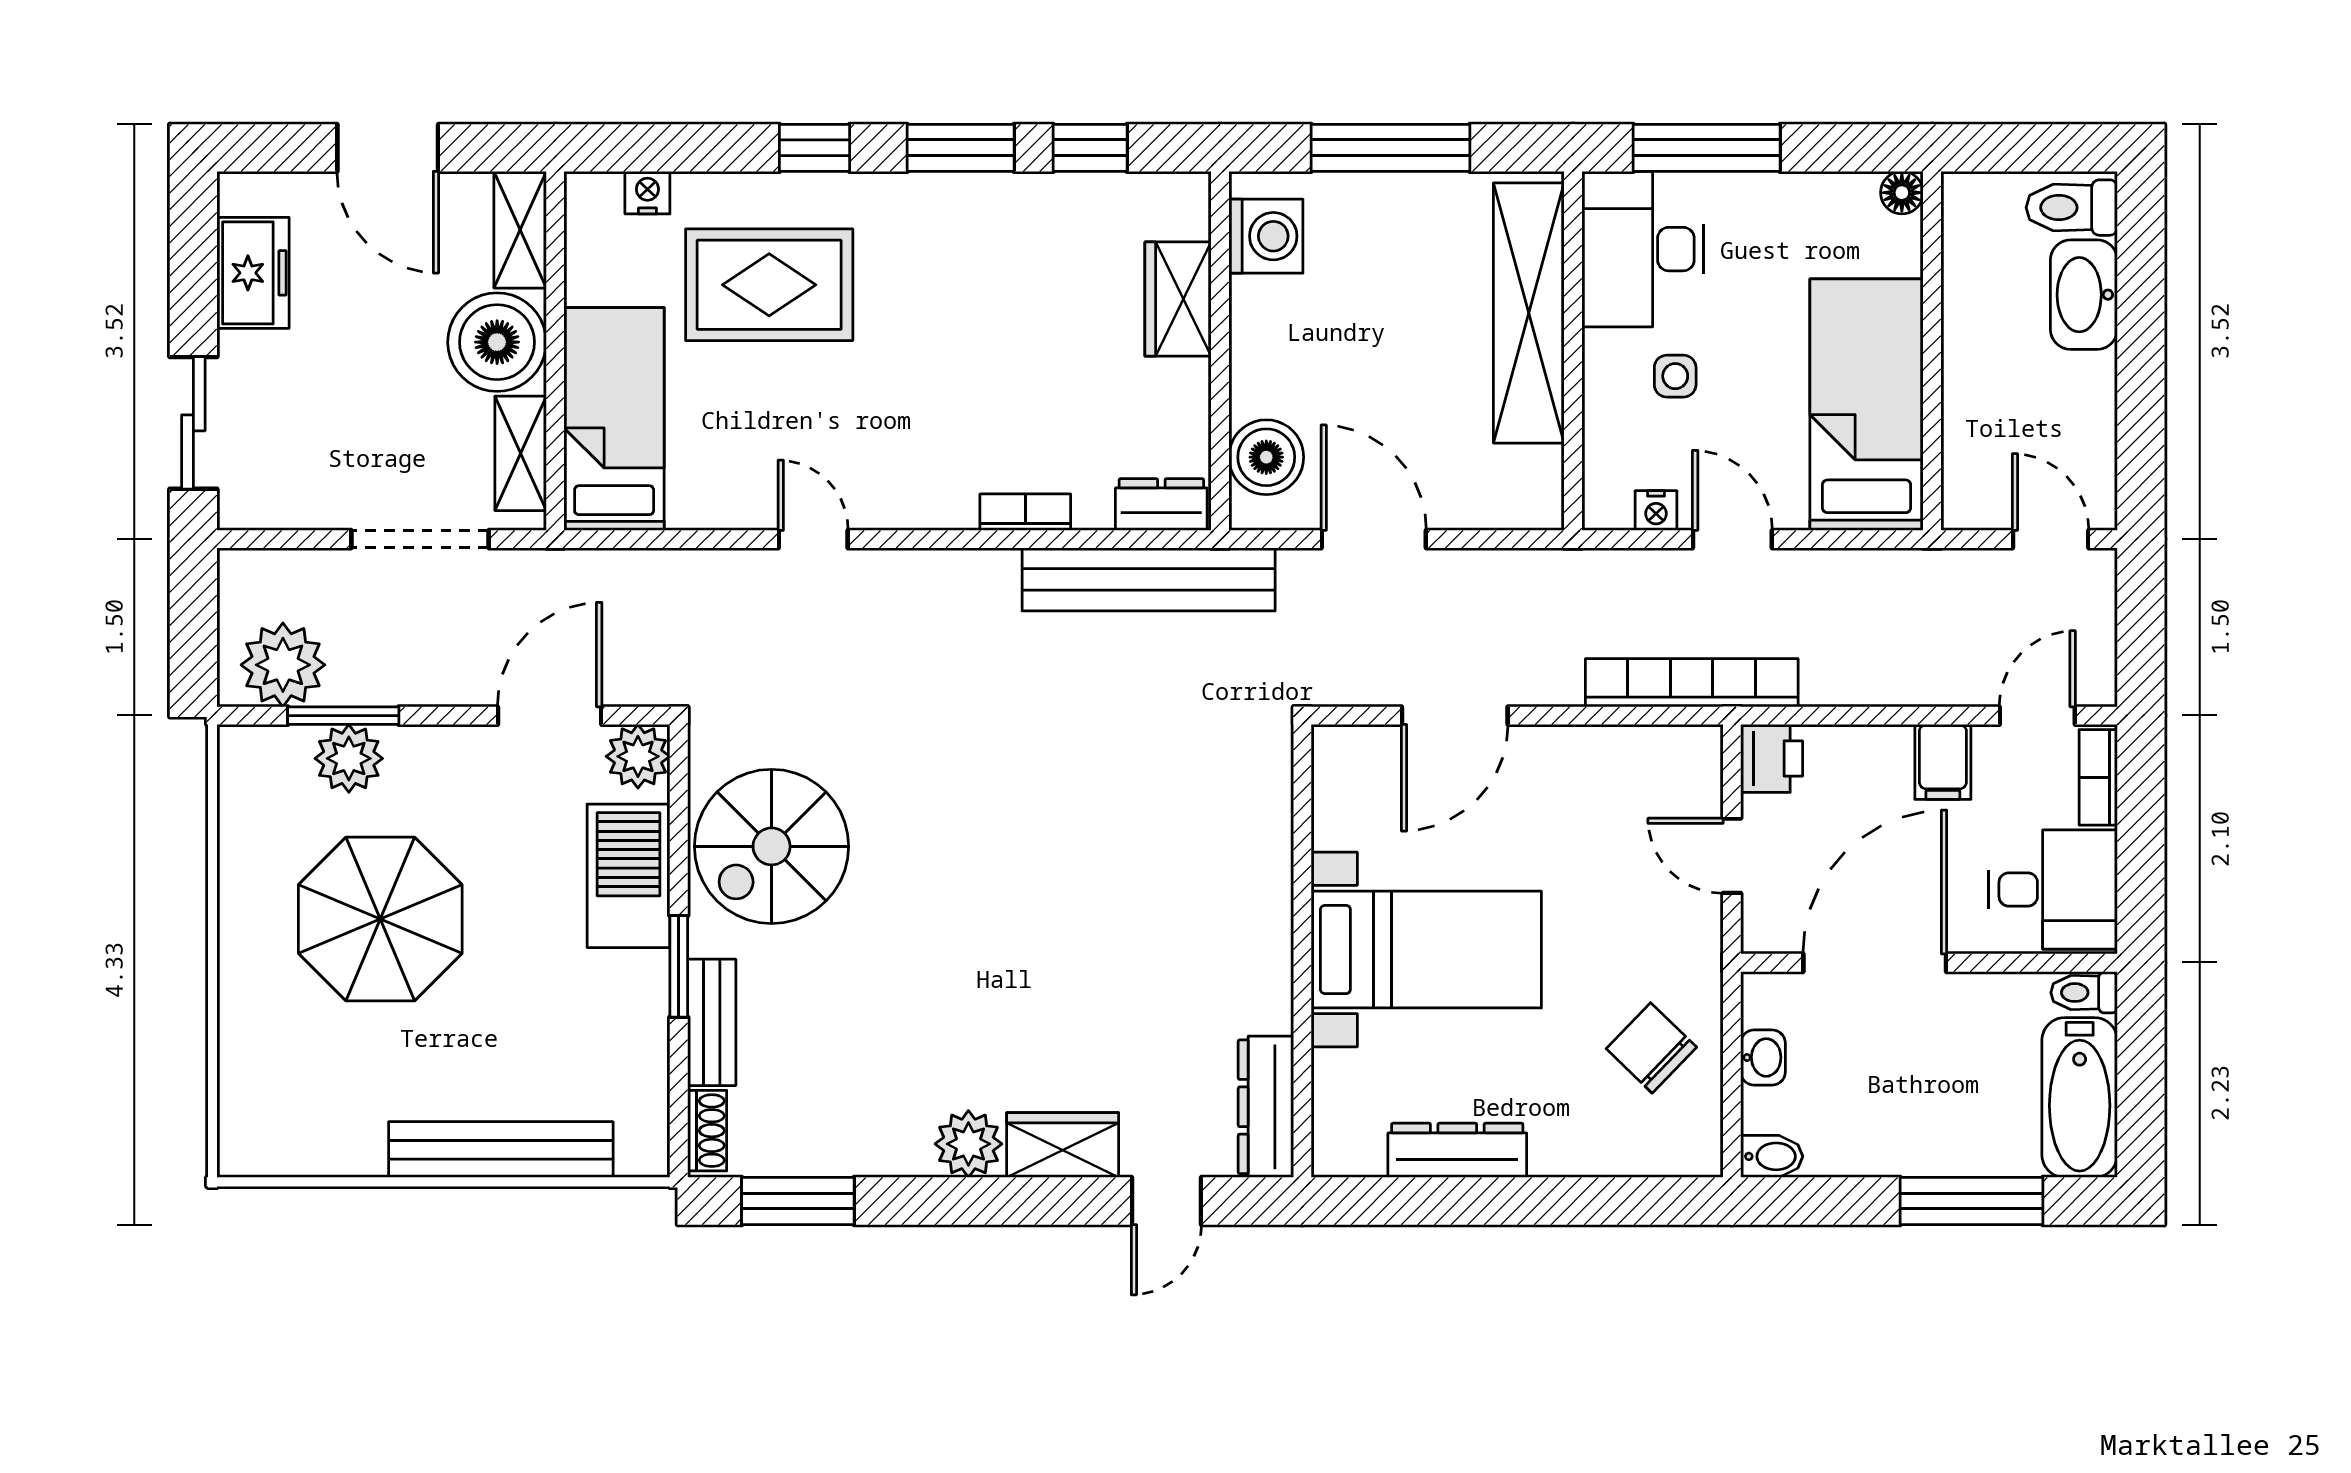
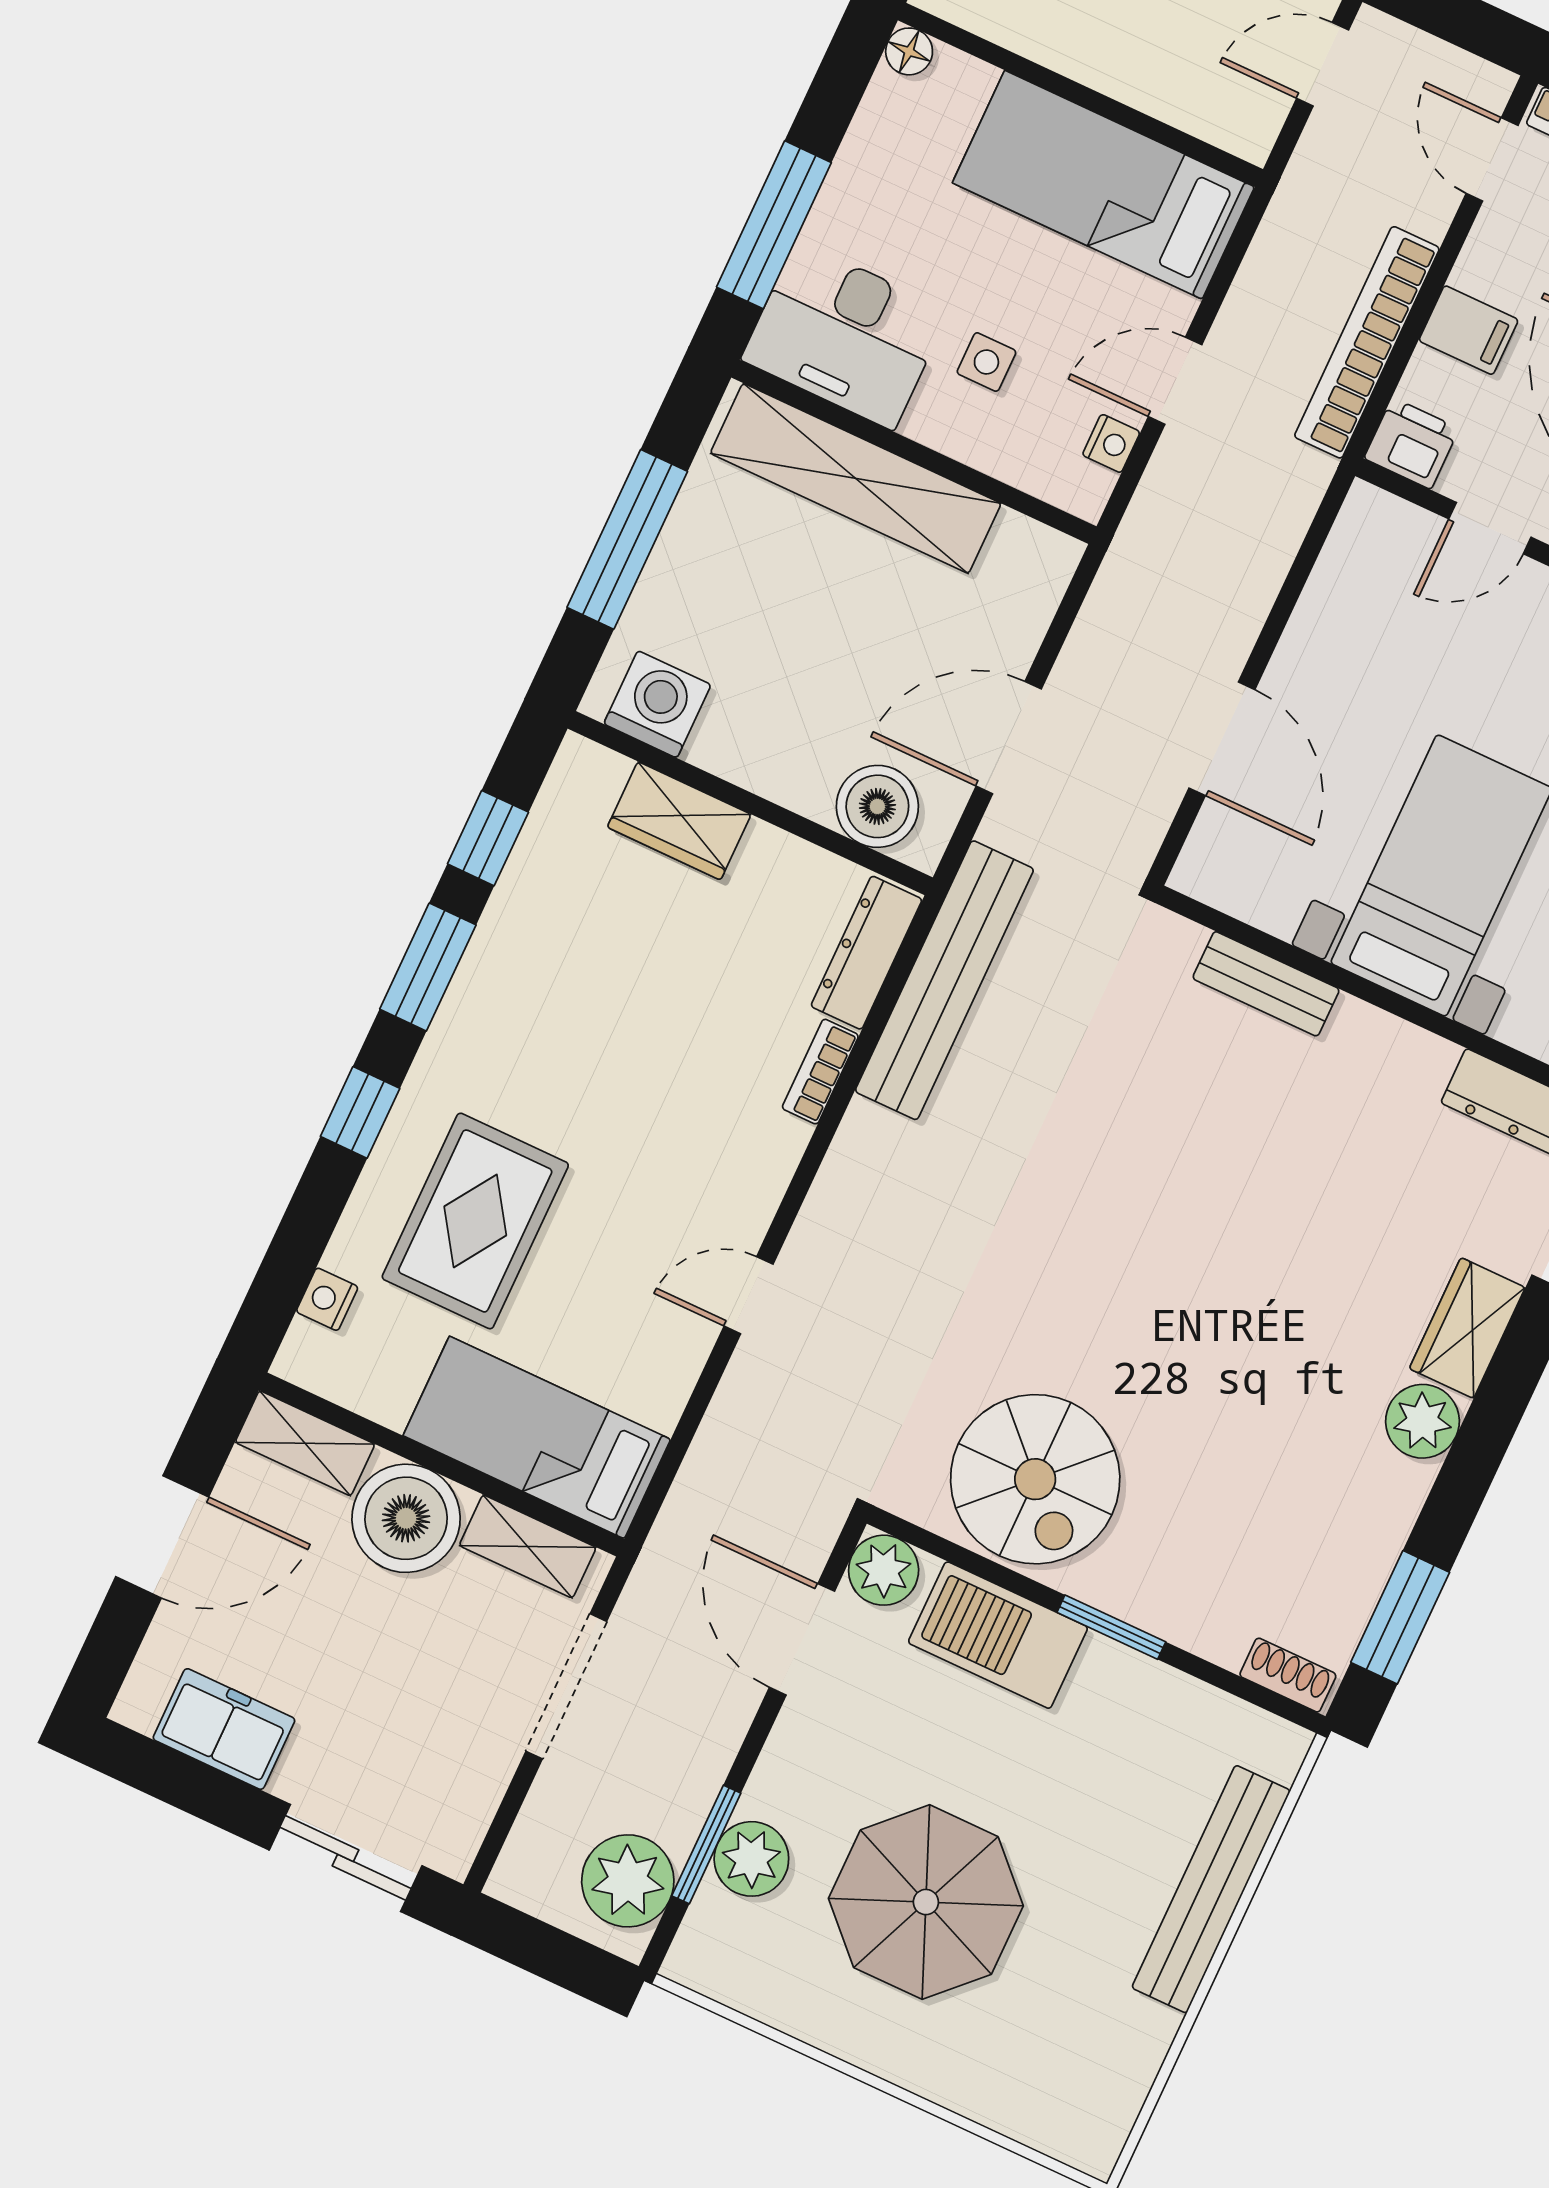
dresser: (1161, 504) -> (866, 953), width x1.44
bookcase: (1692, 683) -> (1367, 342), moved
filing cabinet: (1943, 762) -> (1469, 330), moved
bench: (712, 1022) -> (1266, 984), moved

